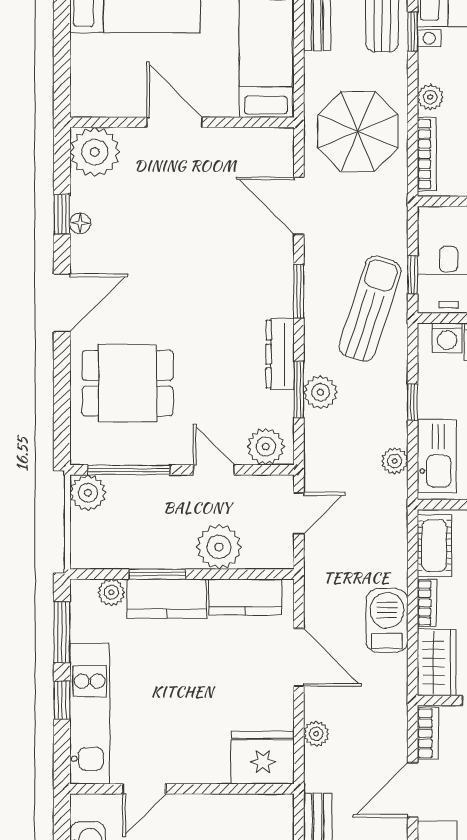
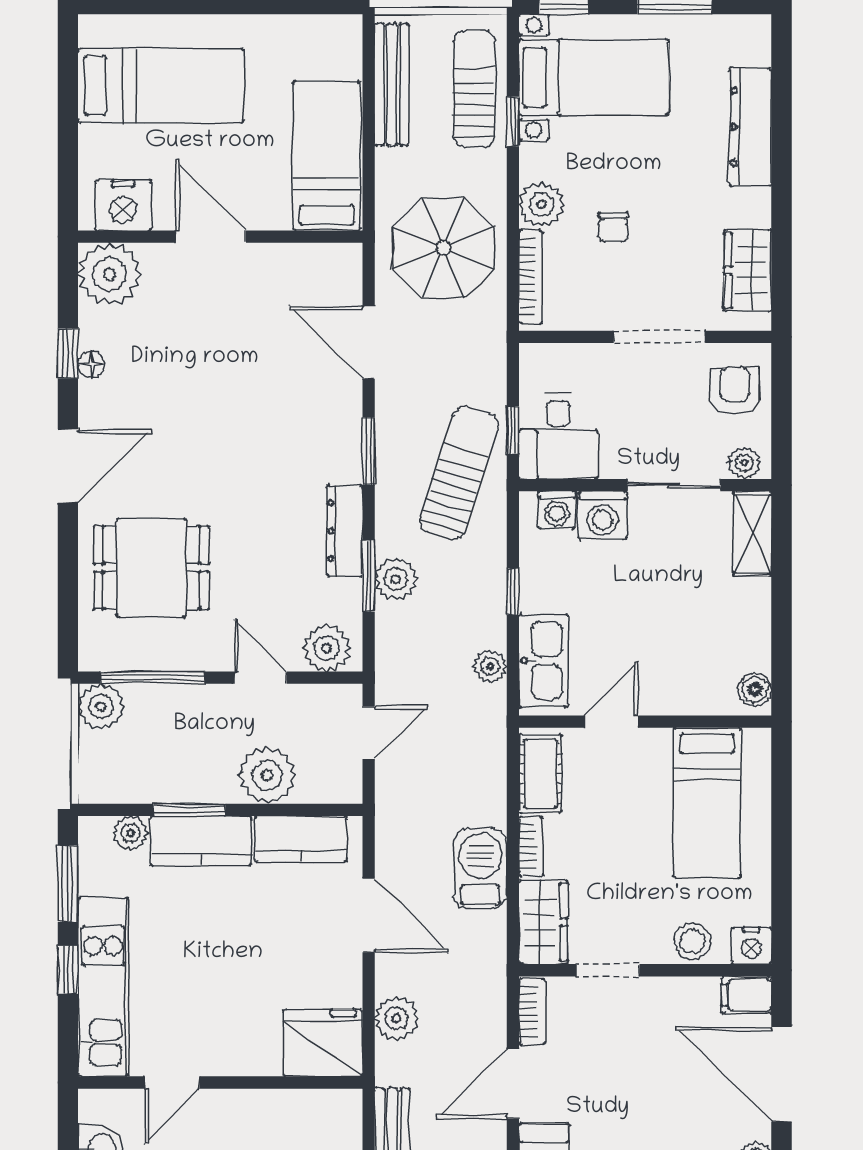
plant: (430, 97) -> (541, 205), width x1.38, depth x1.38
nightstand: (105, 98) -> (123, 205), added
plant: (316, 734) -> (396, 1018), width x1.38, depth x1.38

